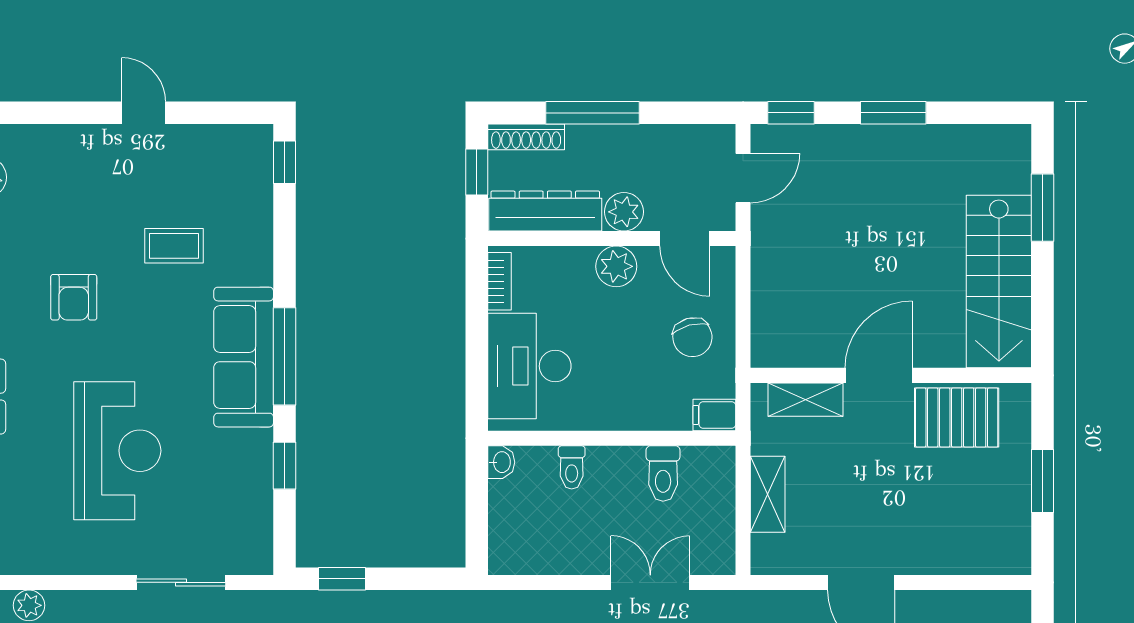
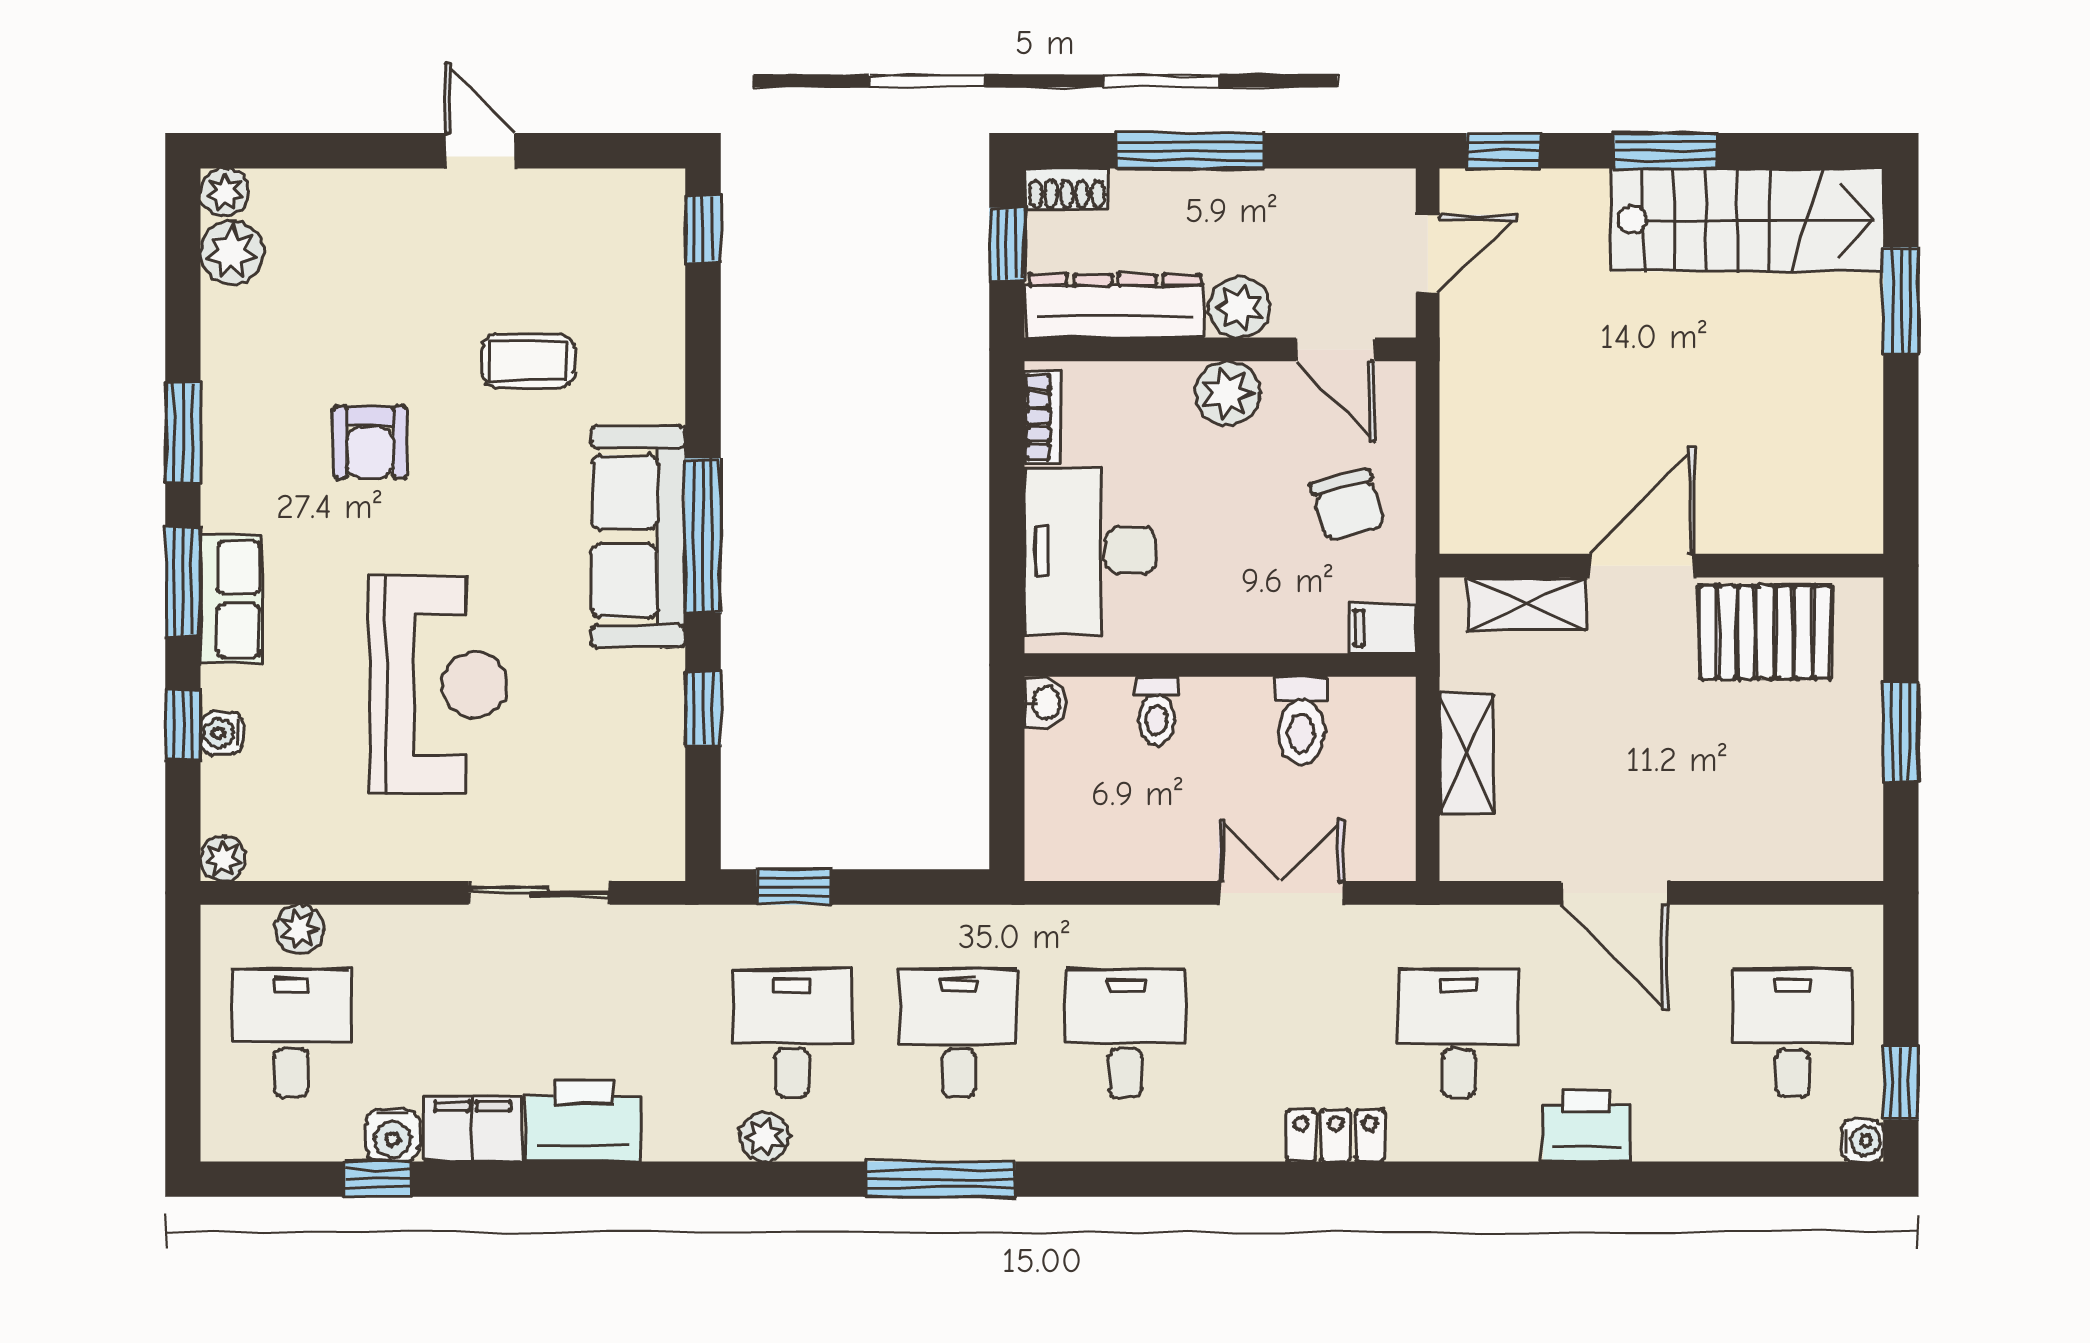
shoe rack: (526, 137) -> (1067, 189), width x0.70
stairs: (999, 282) -> (1747, 220), moved, turned -90

